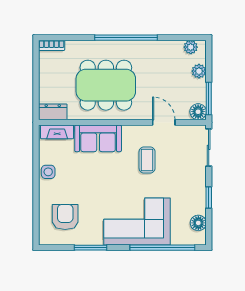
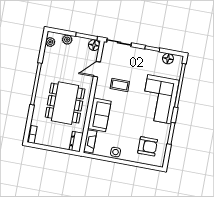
armchair: (65, 217) -> (148, 146), turned 180

